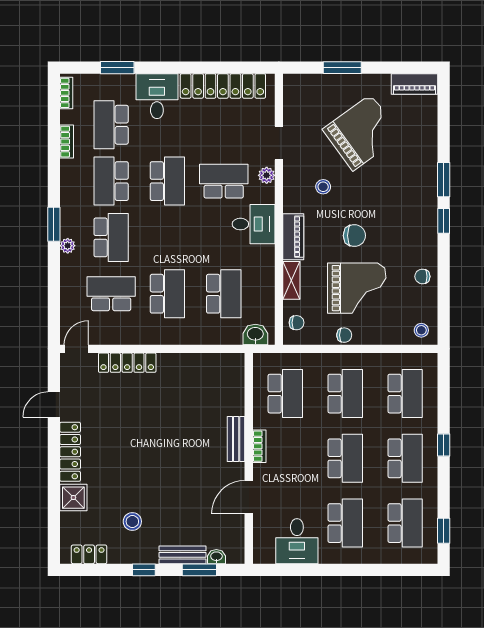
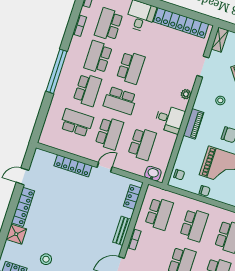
plant: (267, 175) -> (186, 94), moved
school desk: (224, 181) -> (120, 101), moved, turned 180
window: (54, 224) -> (57, 71), width x2.11
desk: (254, 224) -> (170, 119), moved
plant: (68, 246) -> (60, 86), removed
shelving: (291, 280) -> (220, 40), moved
door: (76, 349) -> (105, 167), moved
locker: (235, 381) -> (132, 197), added

